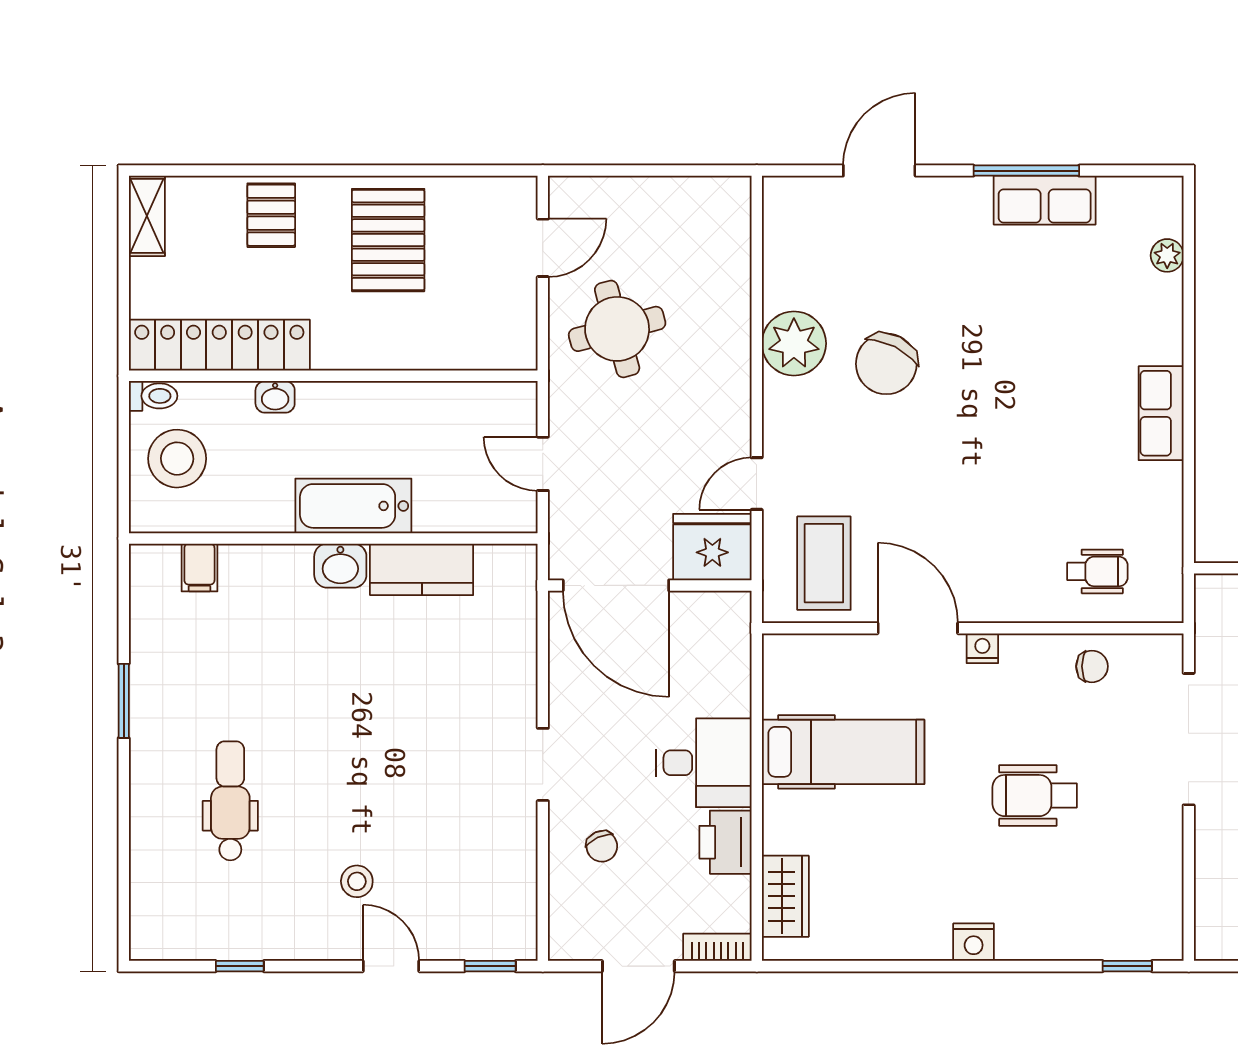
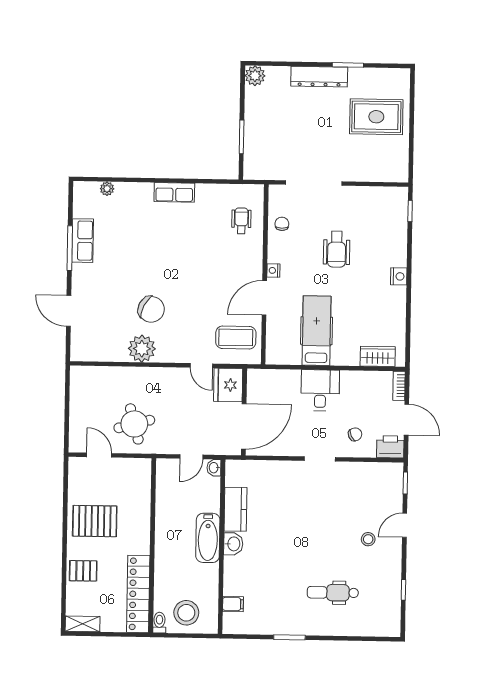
washbasin: (275, 397) -> (214, 468), moved, turned 180
printer: (725, 842) -> (390, 447), moved, turned 180

